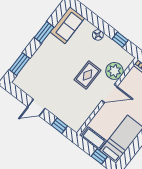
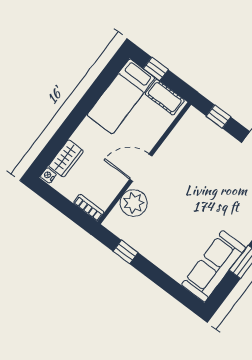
sofa: (67, 25) -> (214, 266), width x1.36
floor lamp: (98, 35) -> (160, 259), removed
rug: (88, 75) -> (176, 196), removed

